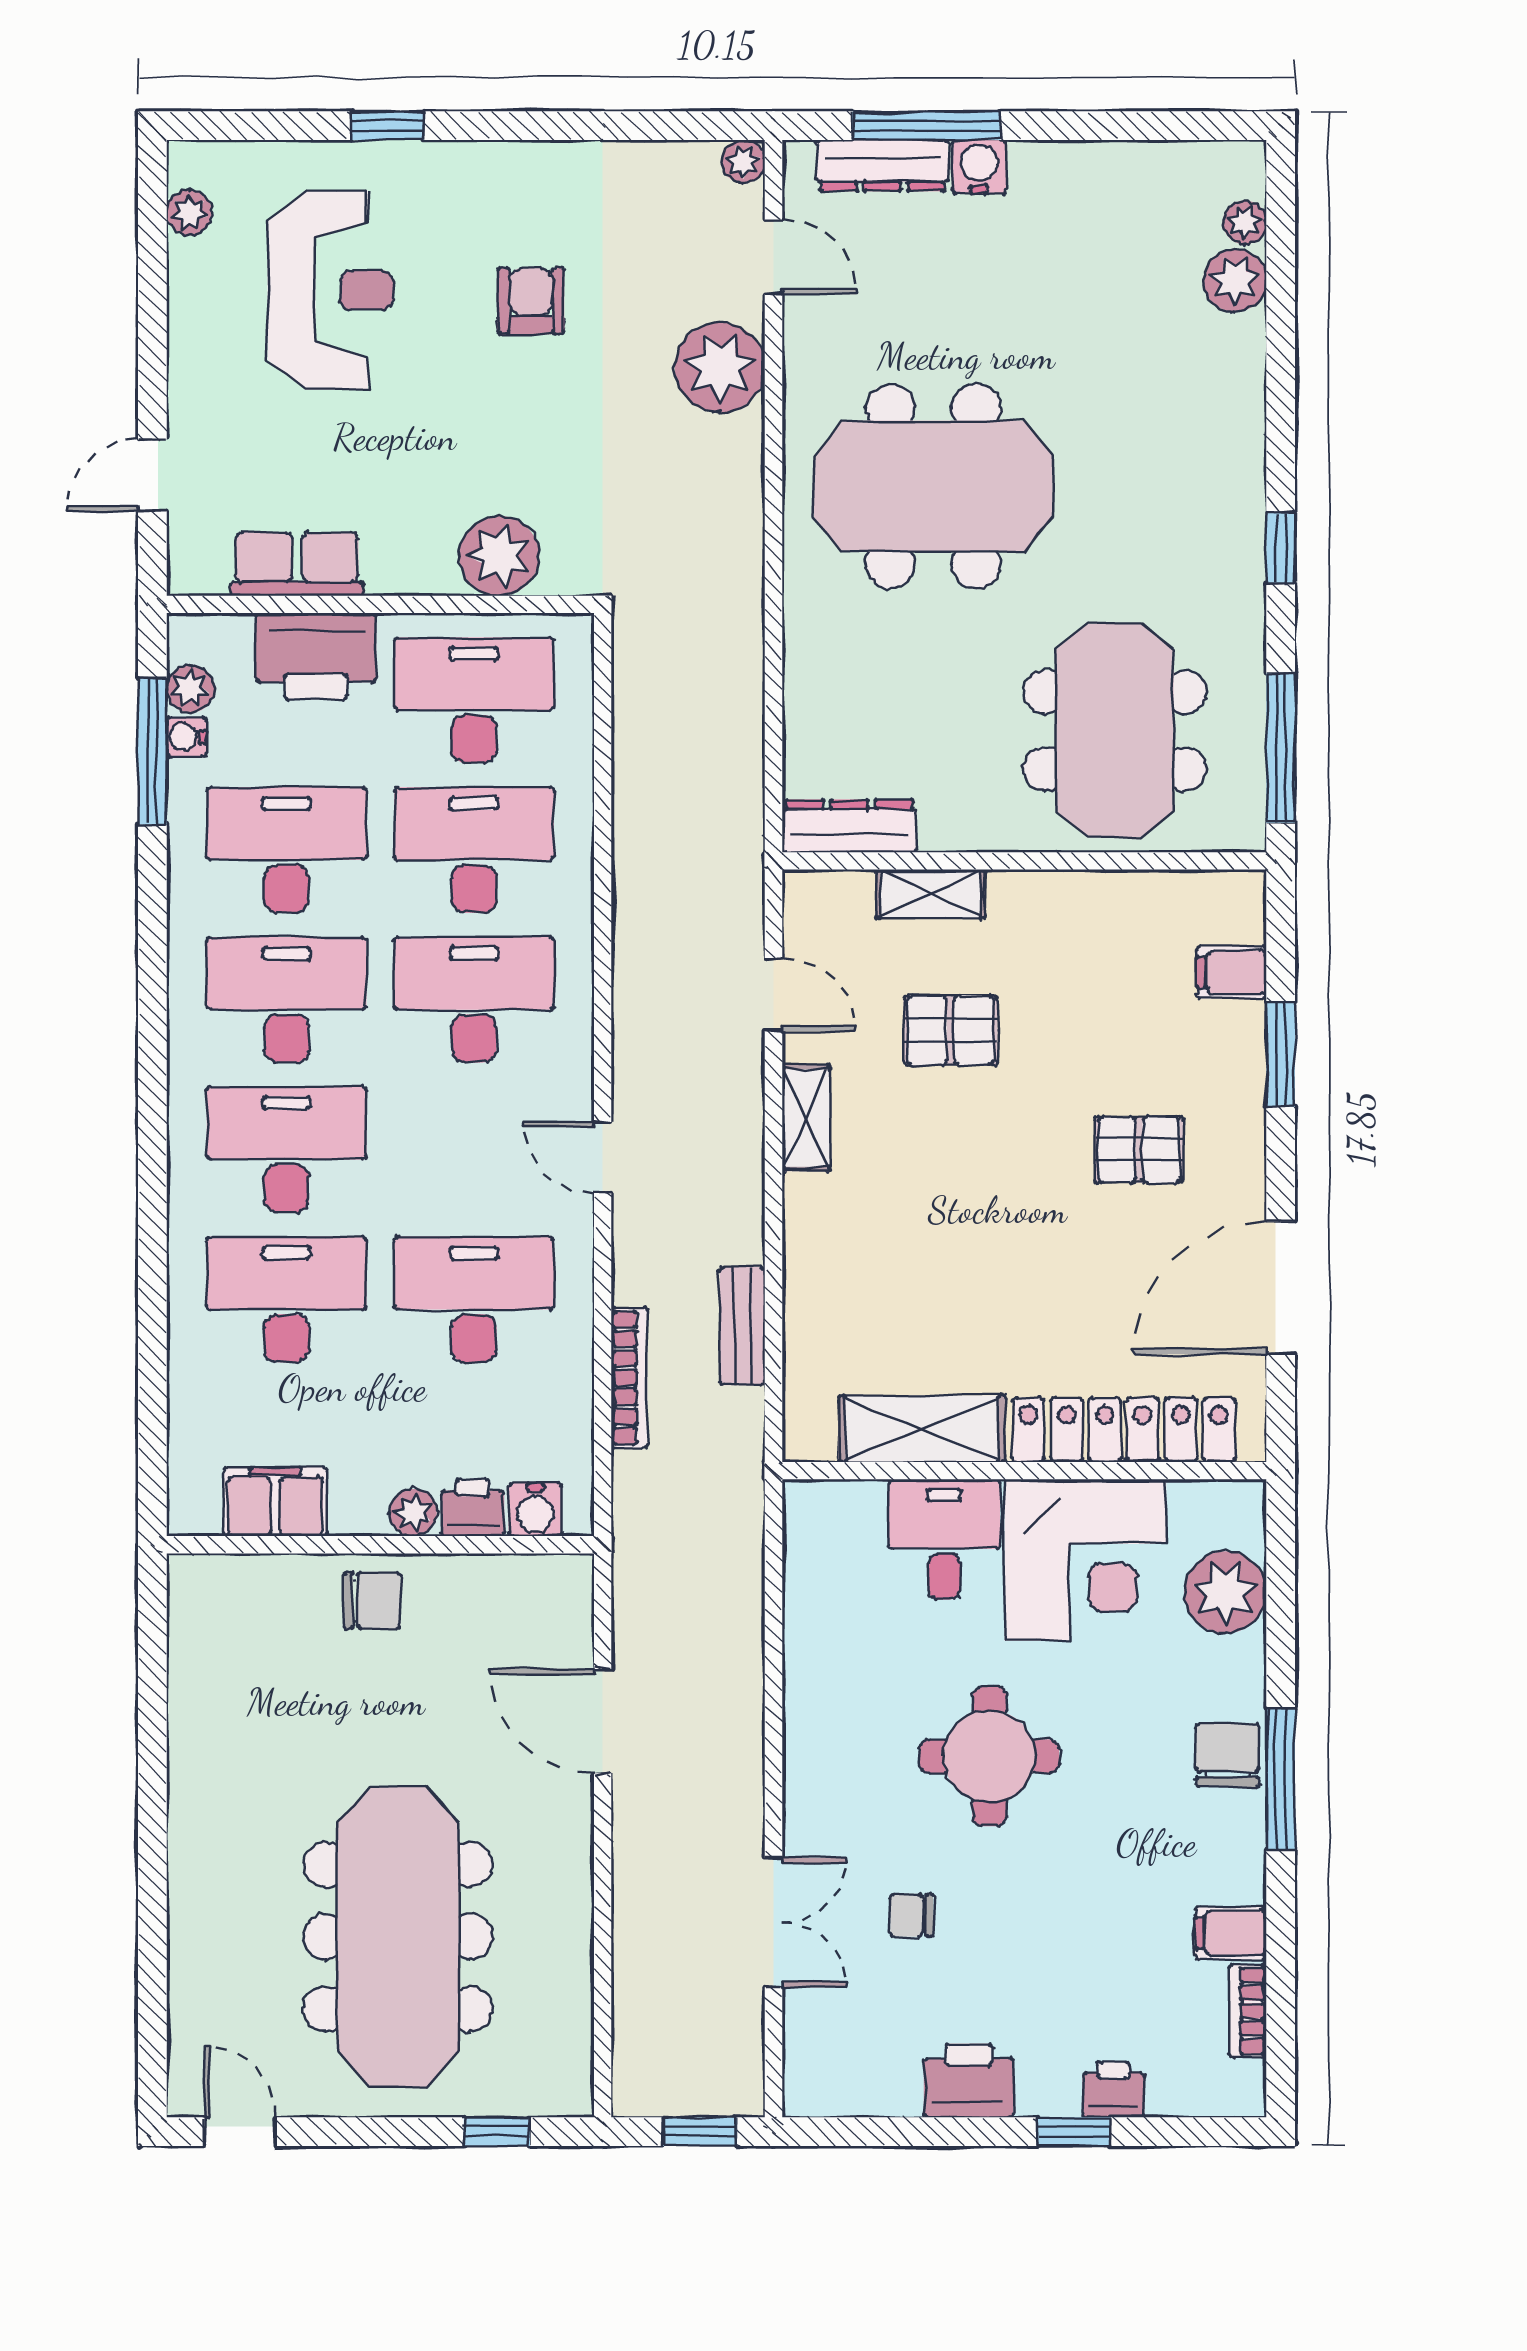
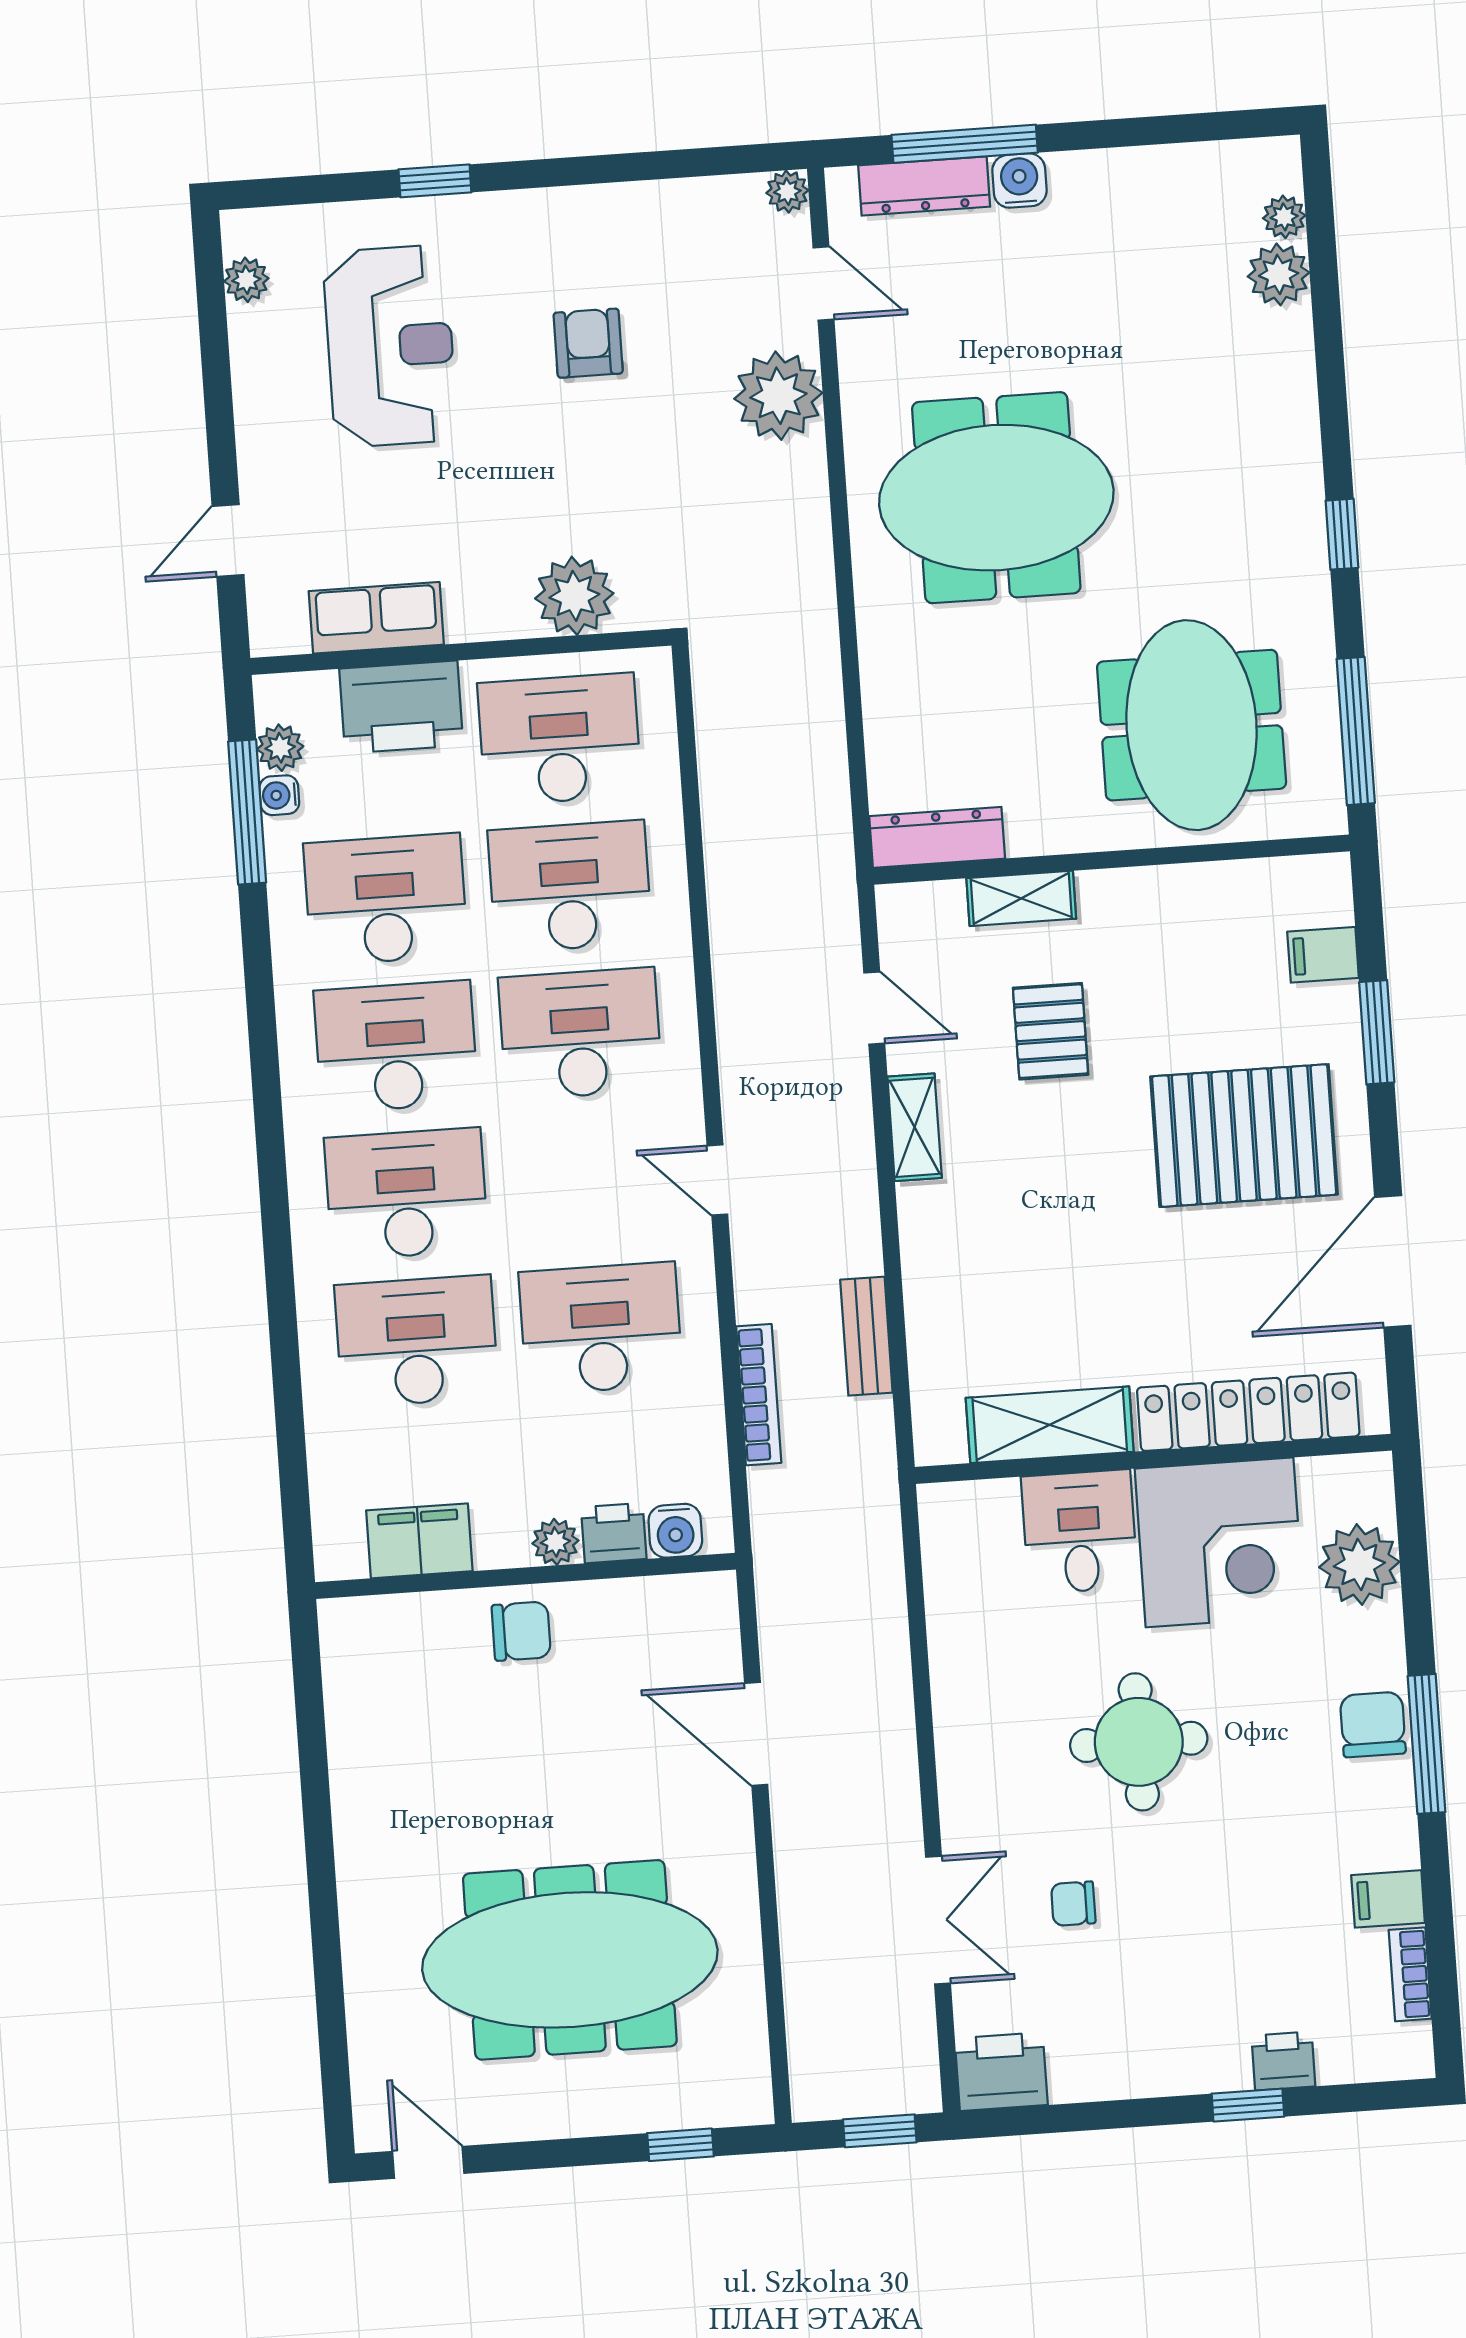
pallet: (950, 1030) -> (1051, 1031), turned 90
pallet: (1139, 1150) -> (1244, 1136), width x2.05, depth x2.00
meeting table: (398, 1937) -> (570, 1960), turned 90
printer: (969, 2080) -> (1001, 2072), moved

